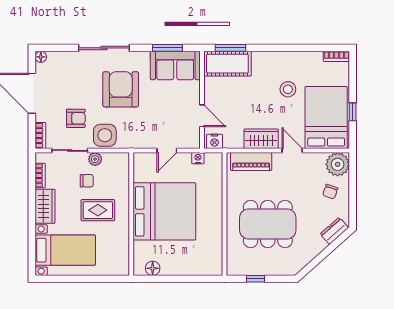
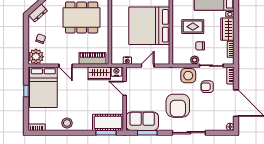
stool: (288, 89) -> (67, 123), moved
wardrobe: (261, 139) -> (99, 73), moved

